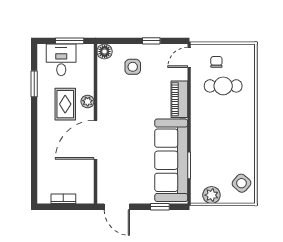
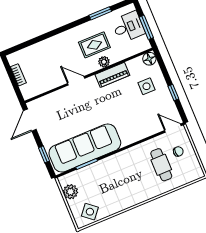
piano: (179, 99) -> (112, 75), moved, turned 180
door: (95, 140) -> (76, 81), width x0.53

